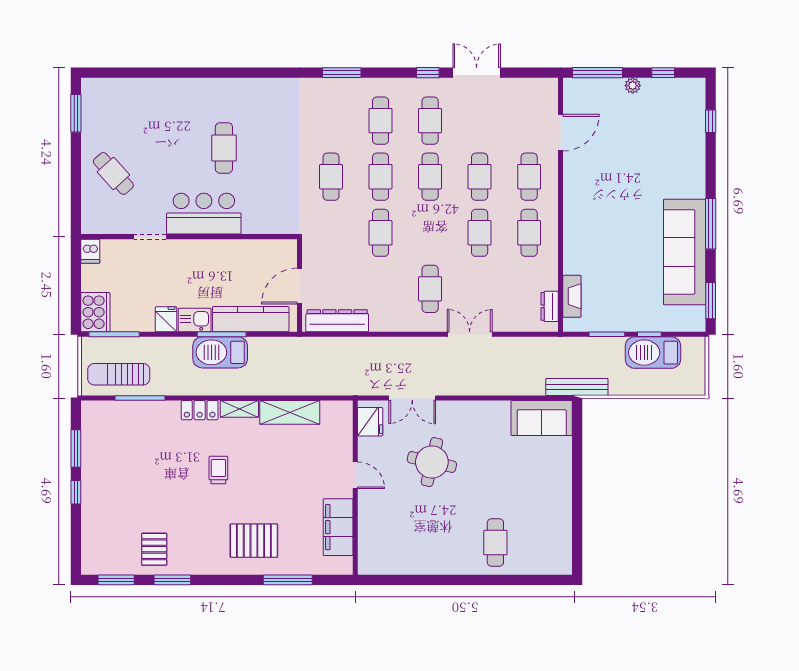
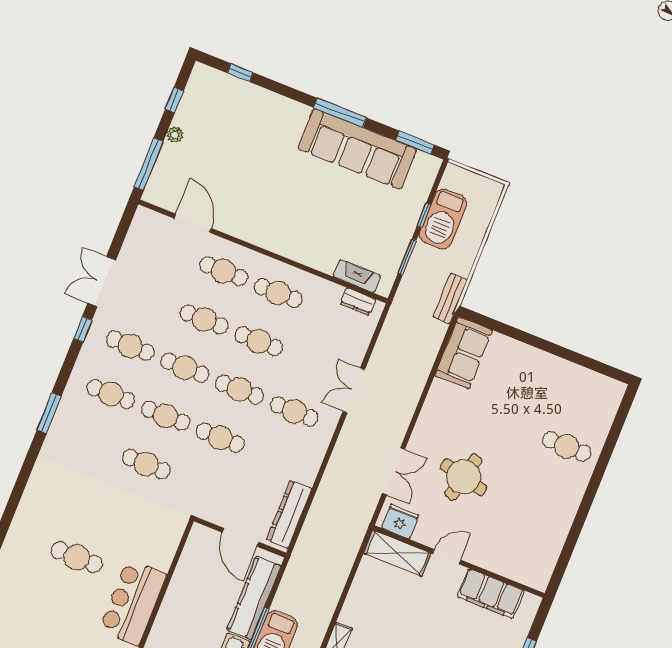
cafe table: (430, 233) -> (240, 389), added
bench: (577, 387) -> (450, 298), width x0.73
shelving: (290, 412) -> (397, 553), moved, turned 90

